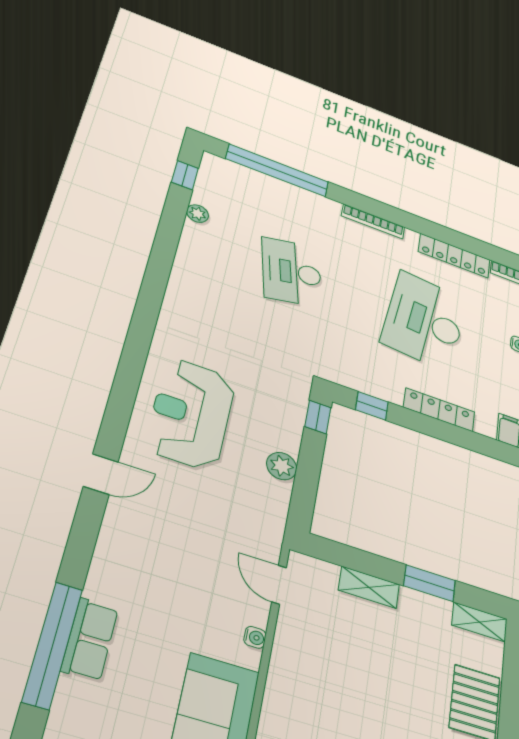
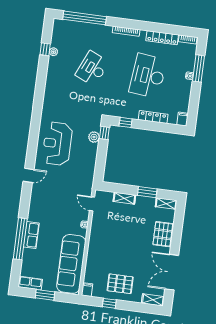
window: (185, 175) -> (45, 49), moved
desk: (292, 272) -> (92, 69), turned 36
plant: (282, 466) -> (94, 137), moved

